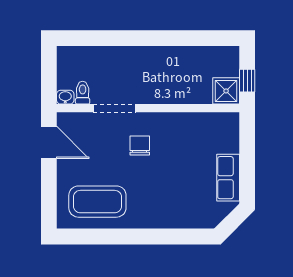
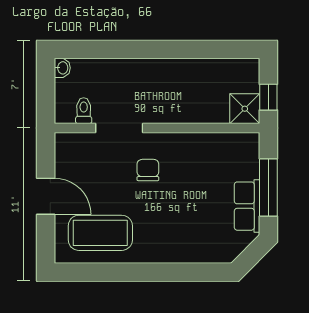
washbasin: (65, 97) -> (62, 68), moved, turned 90
door: (49, 142) -> (46, 196), moved
window: (247, 161) -> (268, 187), added

